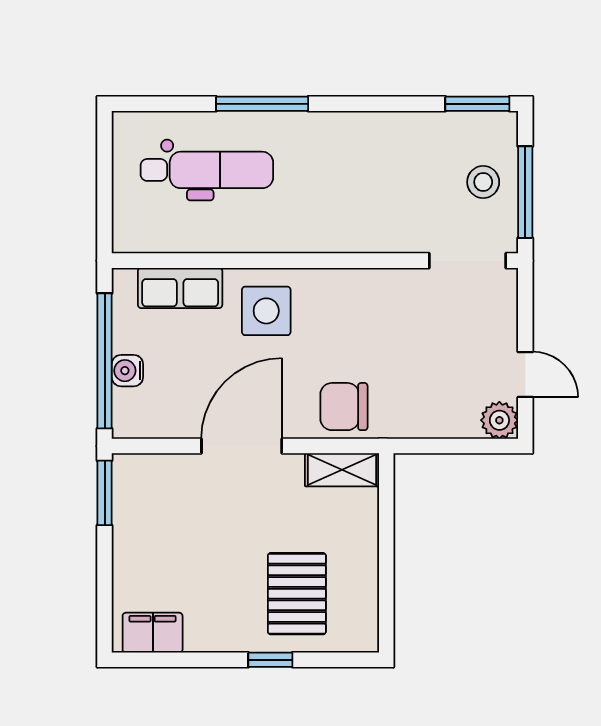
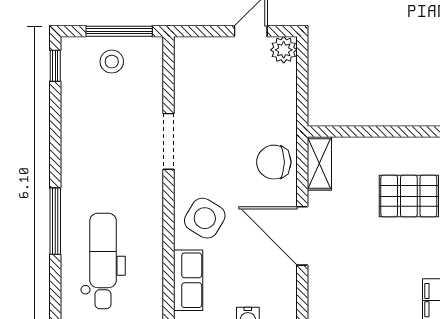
window: (477, 104) -> (55, 66), width x0.67
doorway: (468, 261) -> (168, 141), moved
side table: (266, 311) -> (205, 218), turned 31
chair: (344, 407) -> (274, 162), turned 90

